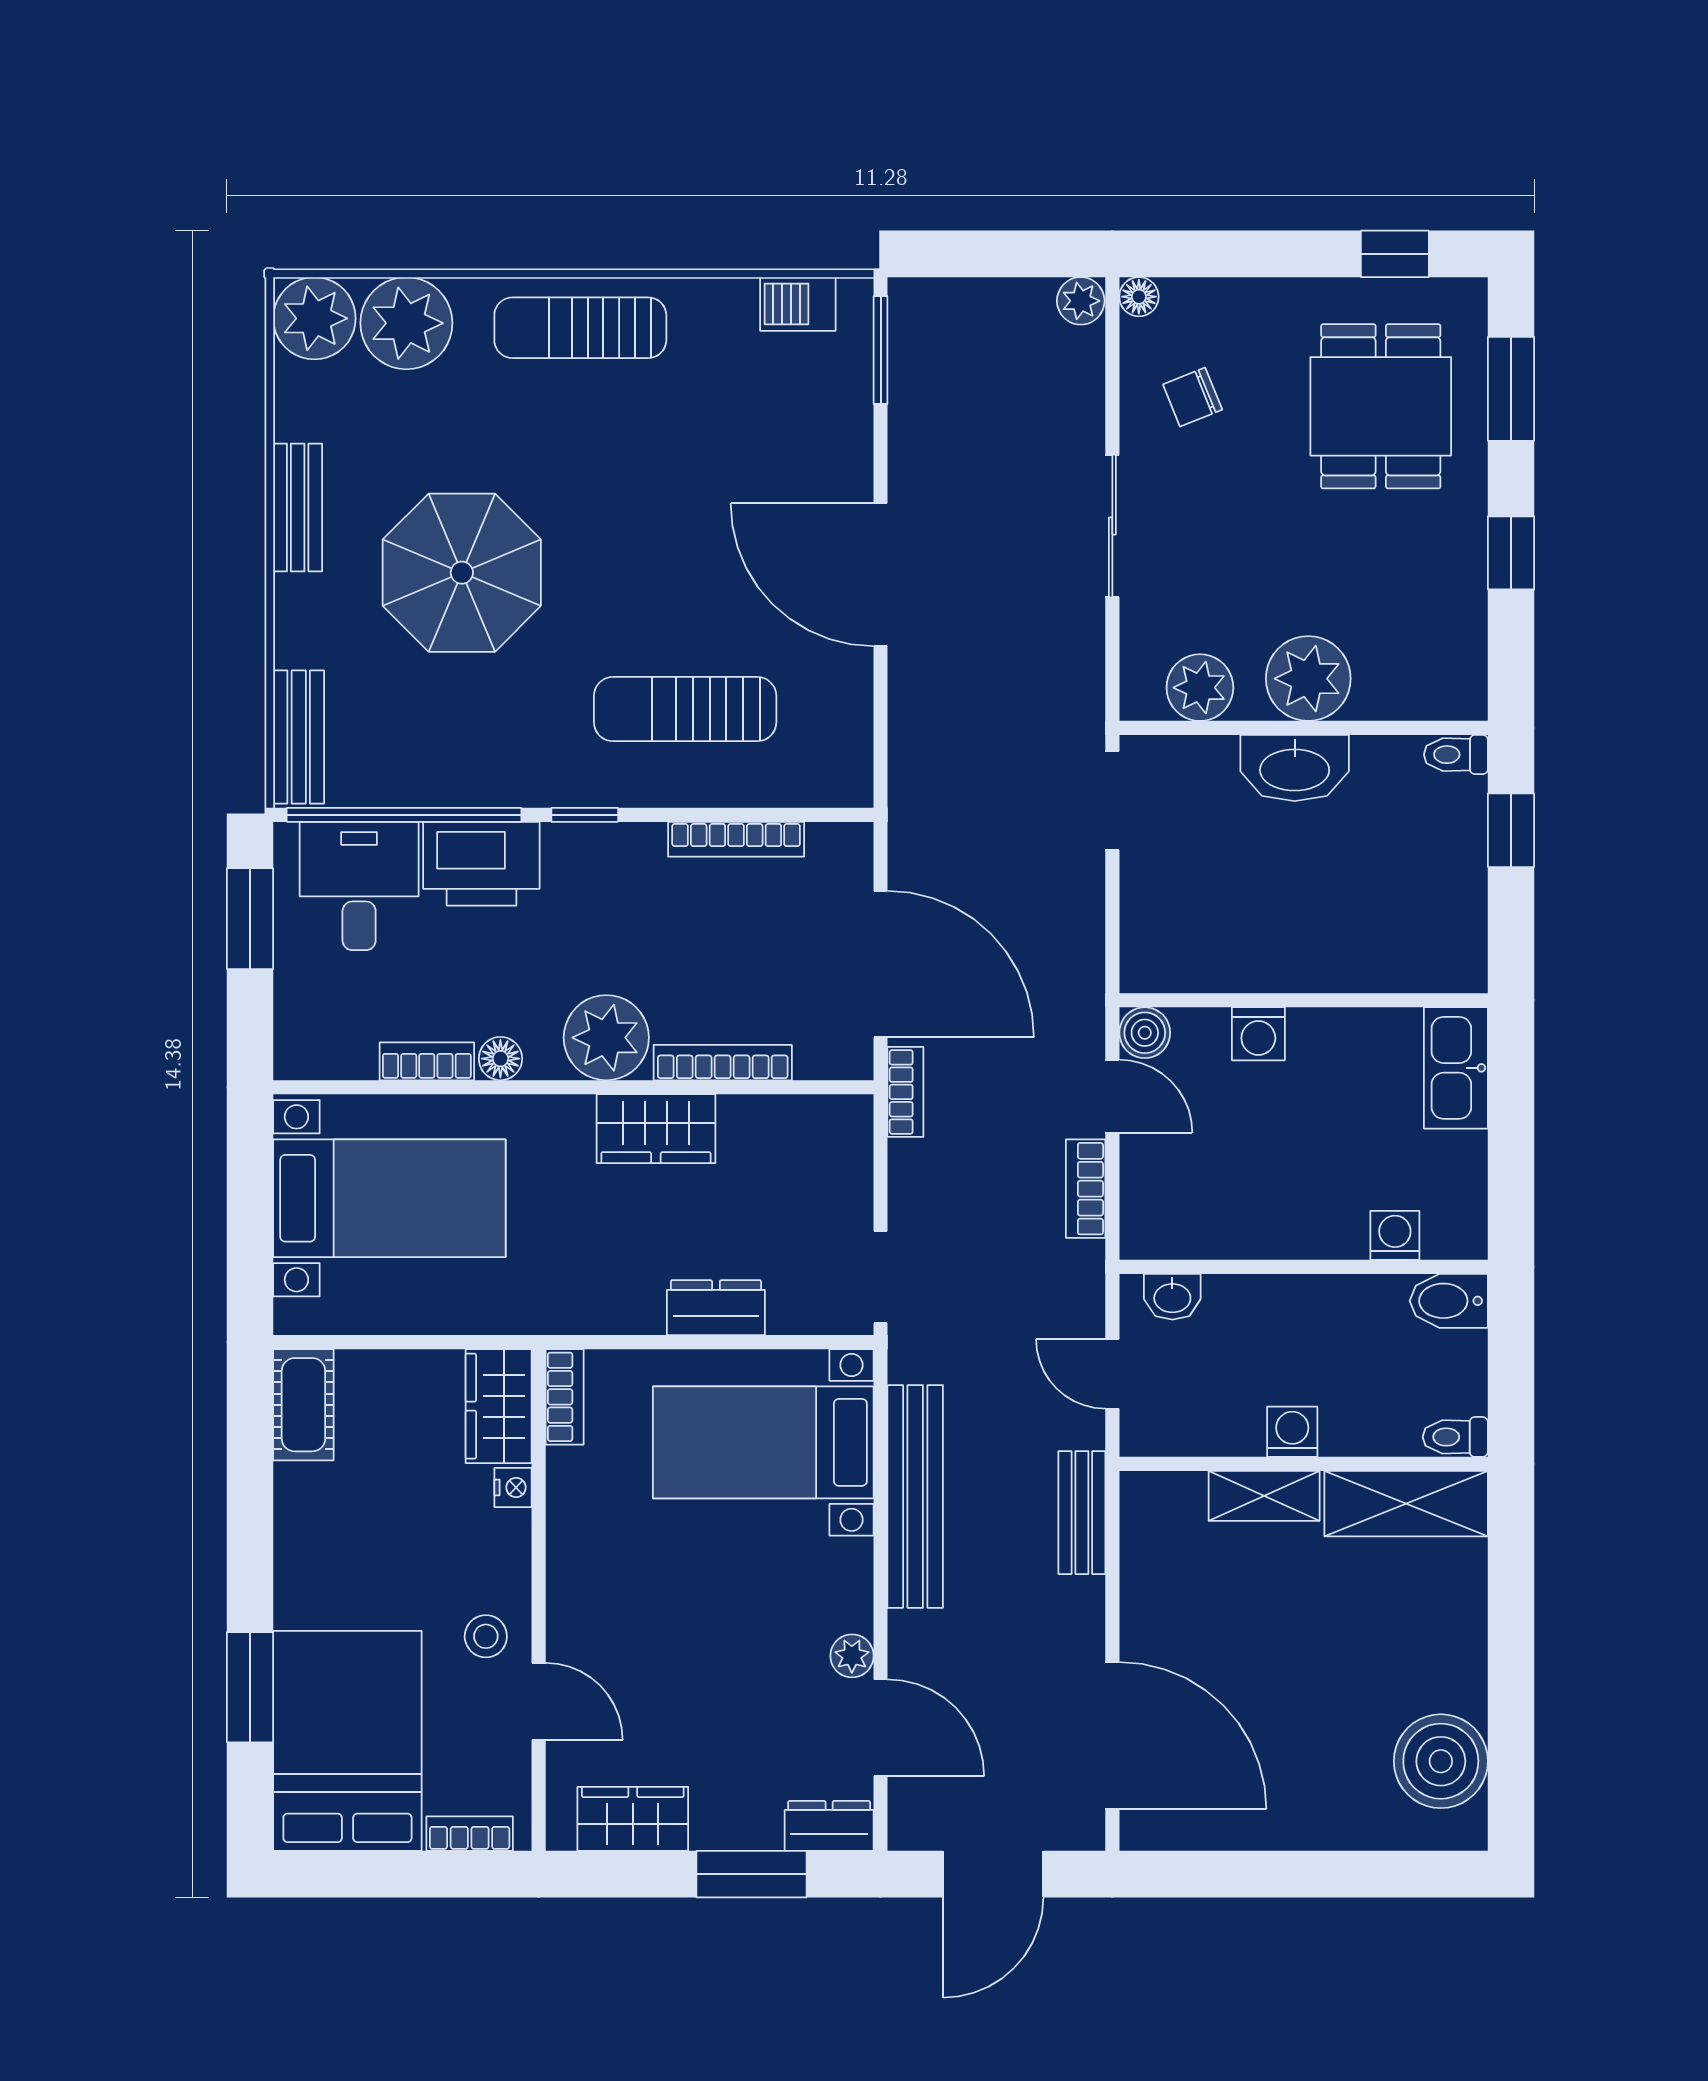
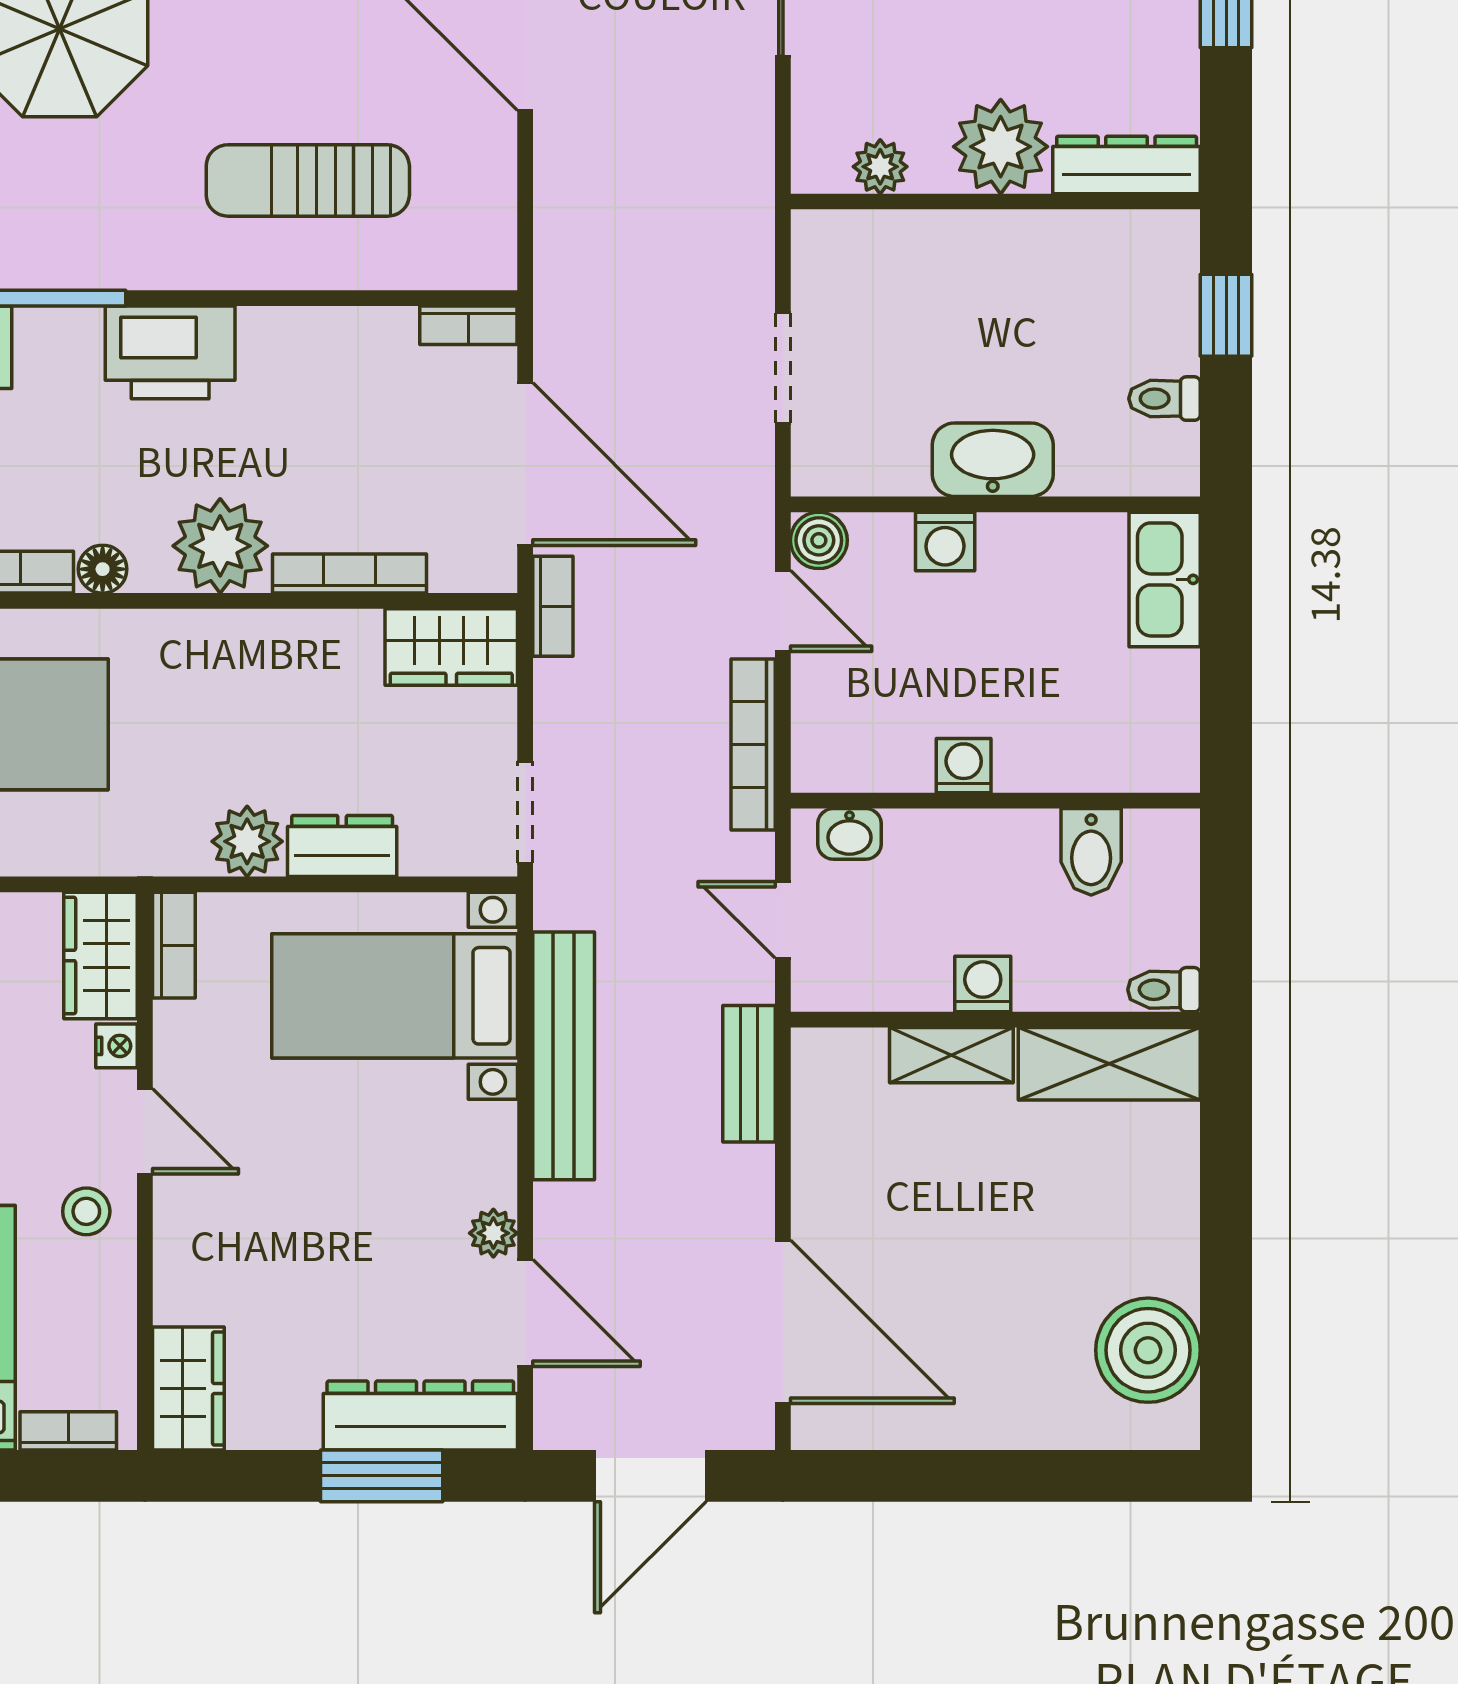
plant: (1200, 688) -> (880, 167), width x0.73, depth x0.73
dresser: (1422, 695) -> (1127, 165), added
toilet: (1456, 755) -> (1165, 399), moved
washbasin: (1295, 768) -> (993, 460), moved, turned 180
doorway: (1112, 801) -> (783, 368), moved
window: (585, 815) -> (196, 298), removed
bookcase: (736, 839) -> (468, 325), moved, width x0.64
printer: (481, 864) -> (170, 352), moved
wardrobe: (656, 1129) -> (451, 647), moved
bookcase: (1086, 1189) -> (753, 745), width x1.56
washing machine: (1395, 1235) -> (964, 766), moved
bidet: (1449, 1301) -> (1091, 852), moved, turned -90
plant: (630, 1303) -> (247, 841), added
door: (539, 1701) -> (145, 1131), moved
wardrobe: (633, 1819) -> (188, 1389), moved, turned 90
dresser: (829, 1826) -> (420, 1415), width x1.96, depth x1.24

